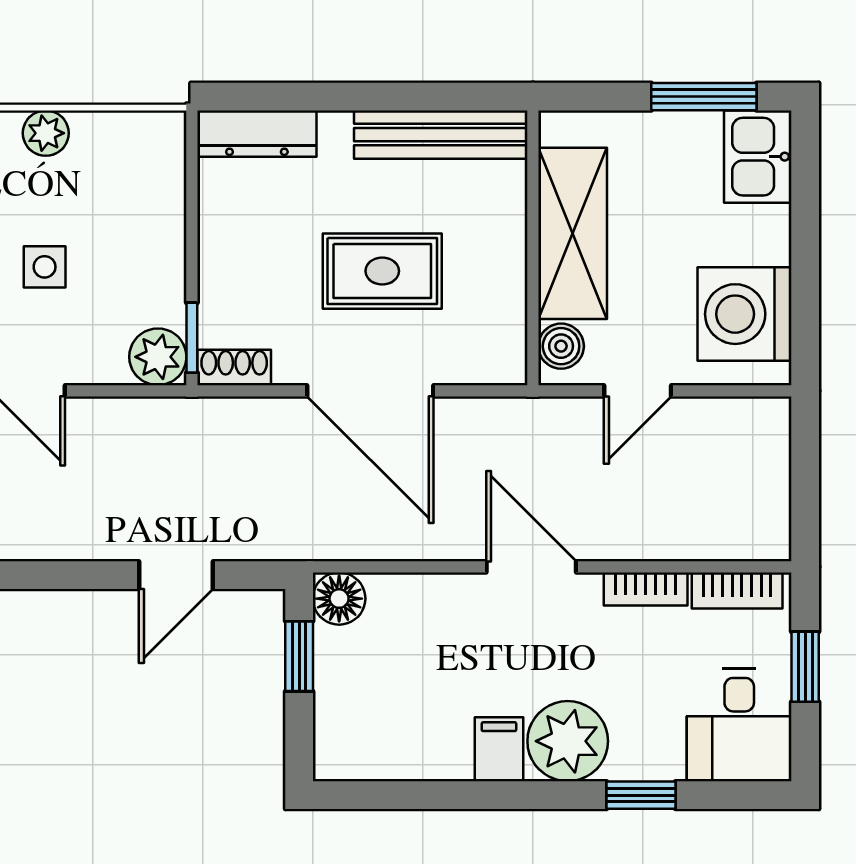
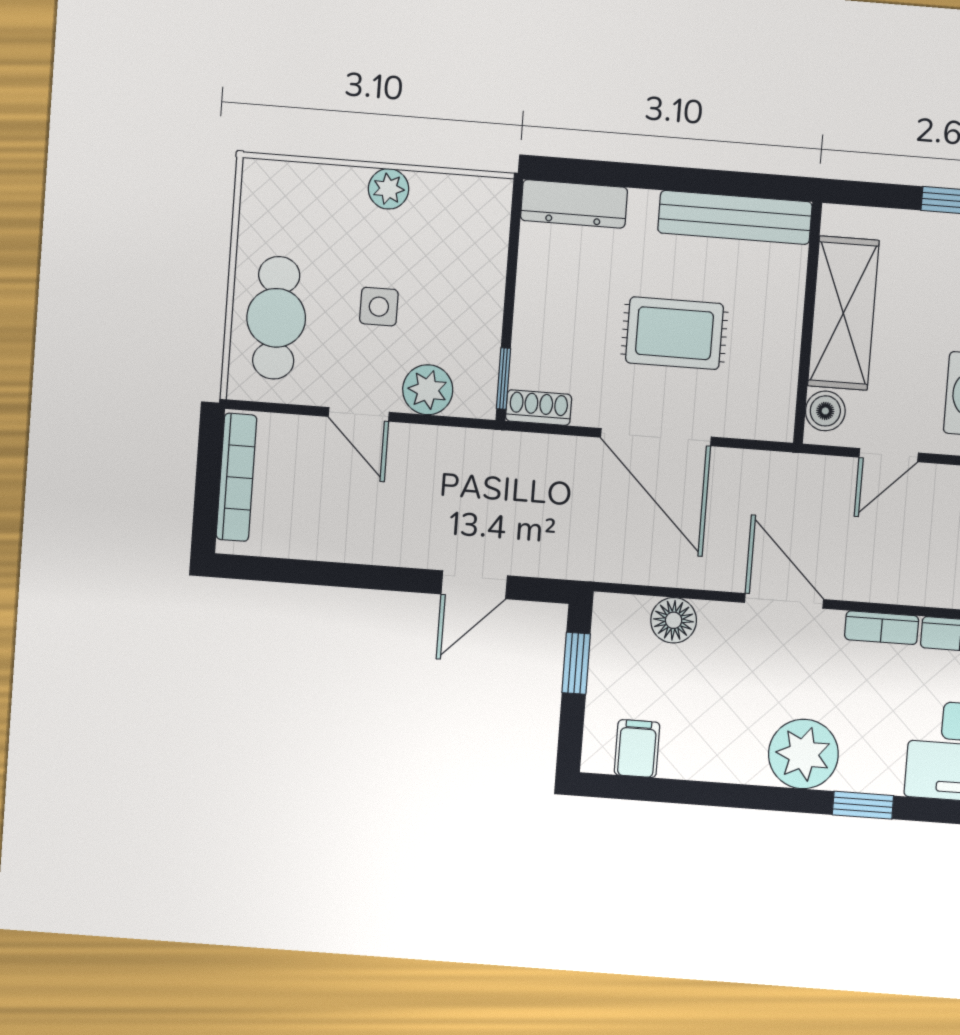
plant: (158, 357) -> (428, 390), moved
floor lamp: (339, 599) -> (674, 620), moved
filing cabinet: (499, 749) -> (637, 749), moved

